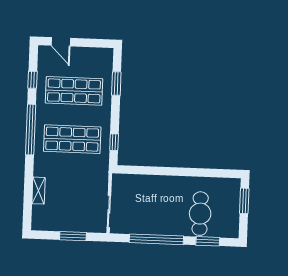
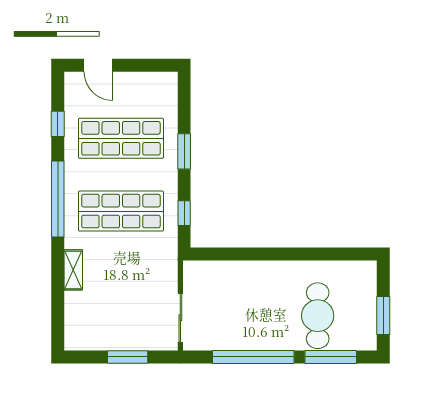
window: (116, 83) -> (184, 151), moved
shelving: (38, 191) -> (73, 270), moved
window: (244, 201) -> (383, 315), moved
window: (208, 241) -> (331, 357), width x1.44

